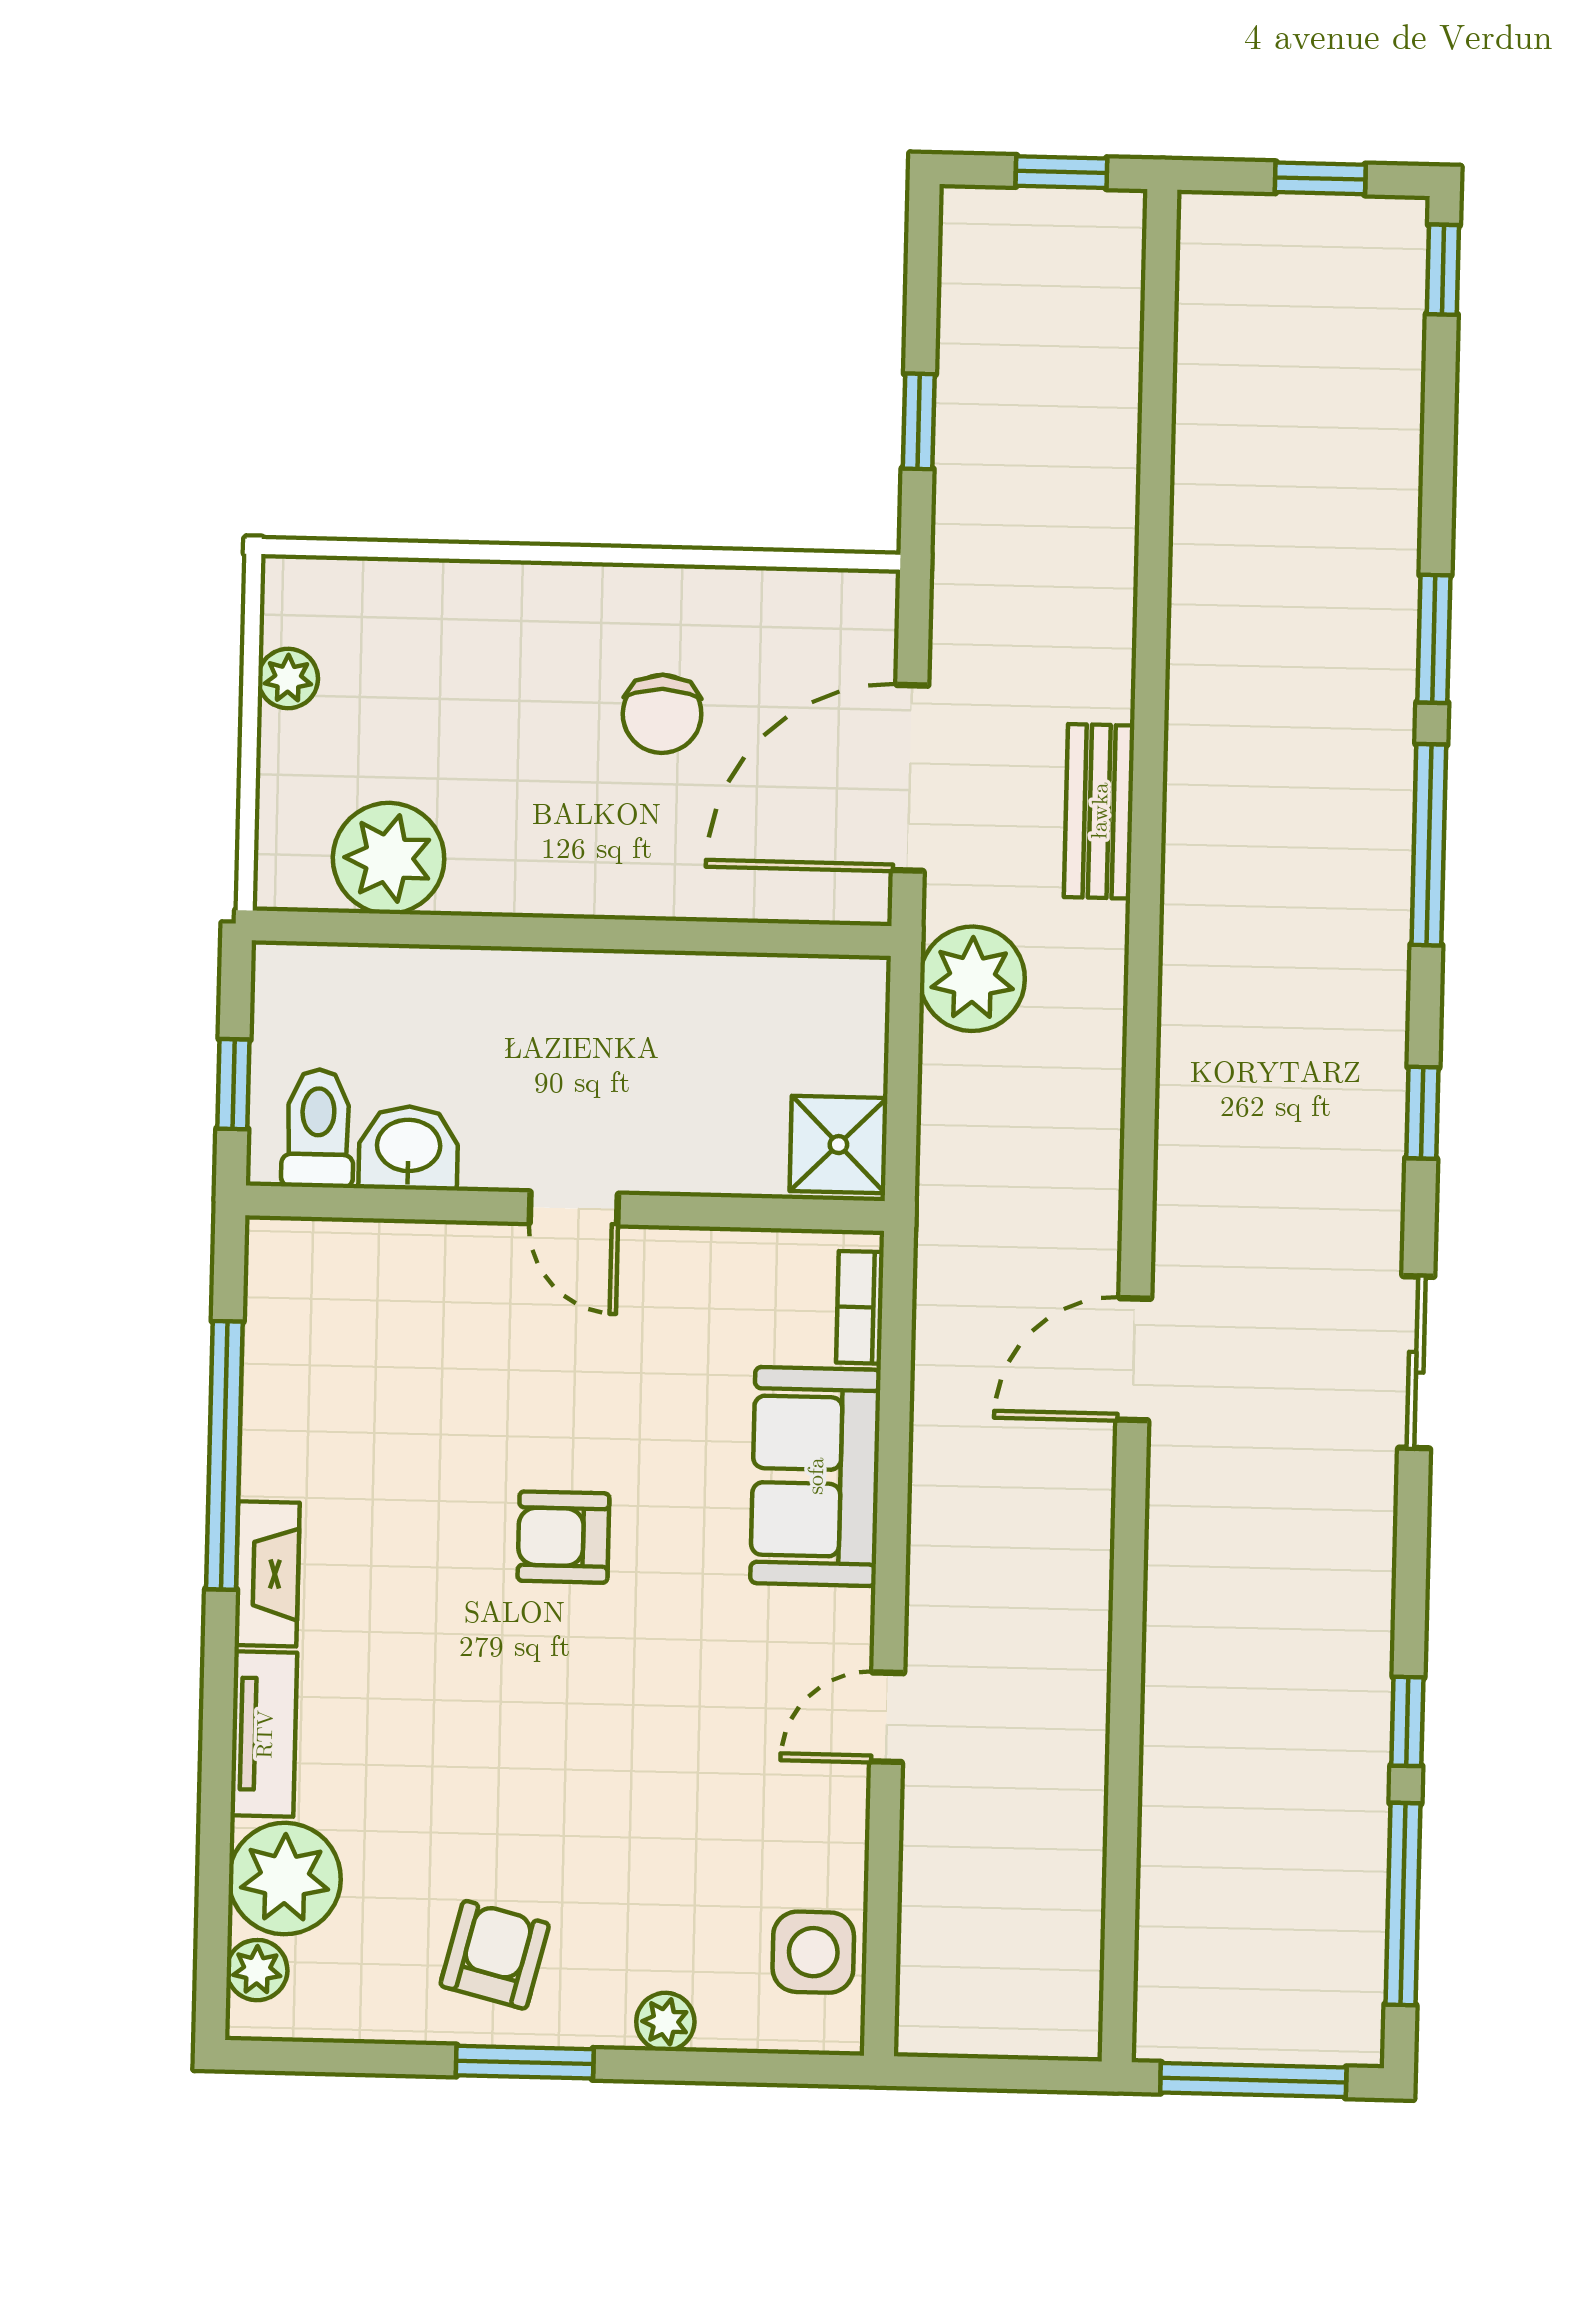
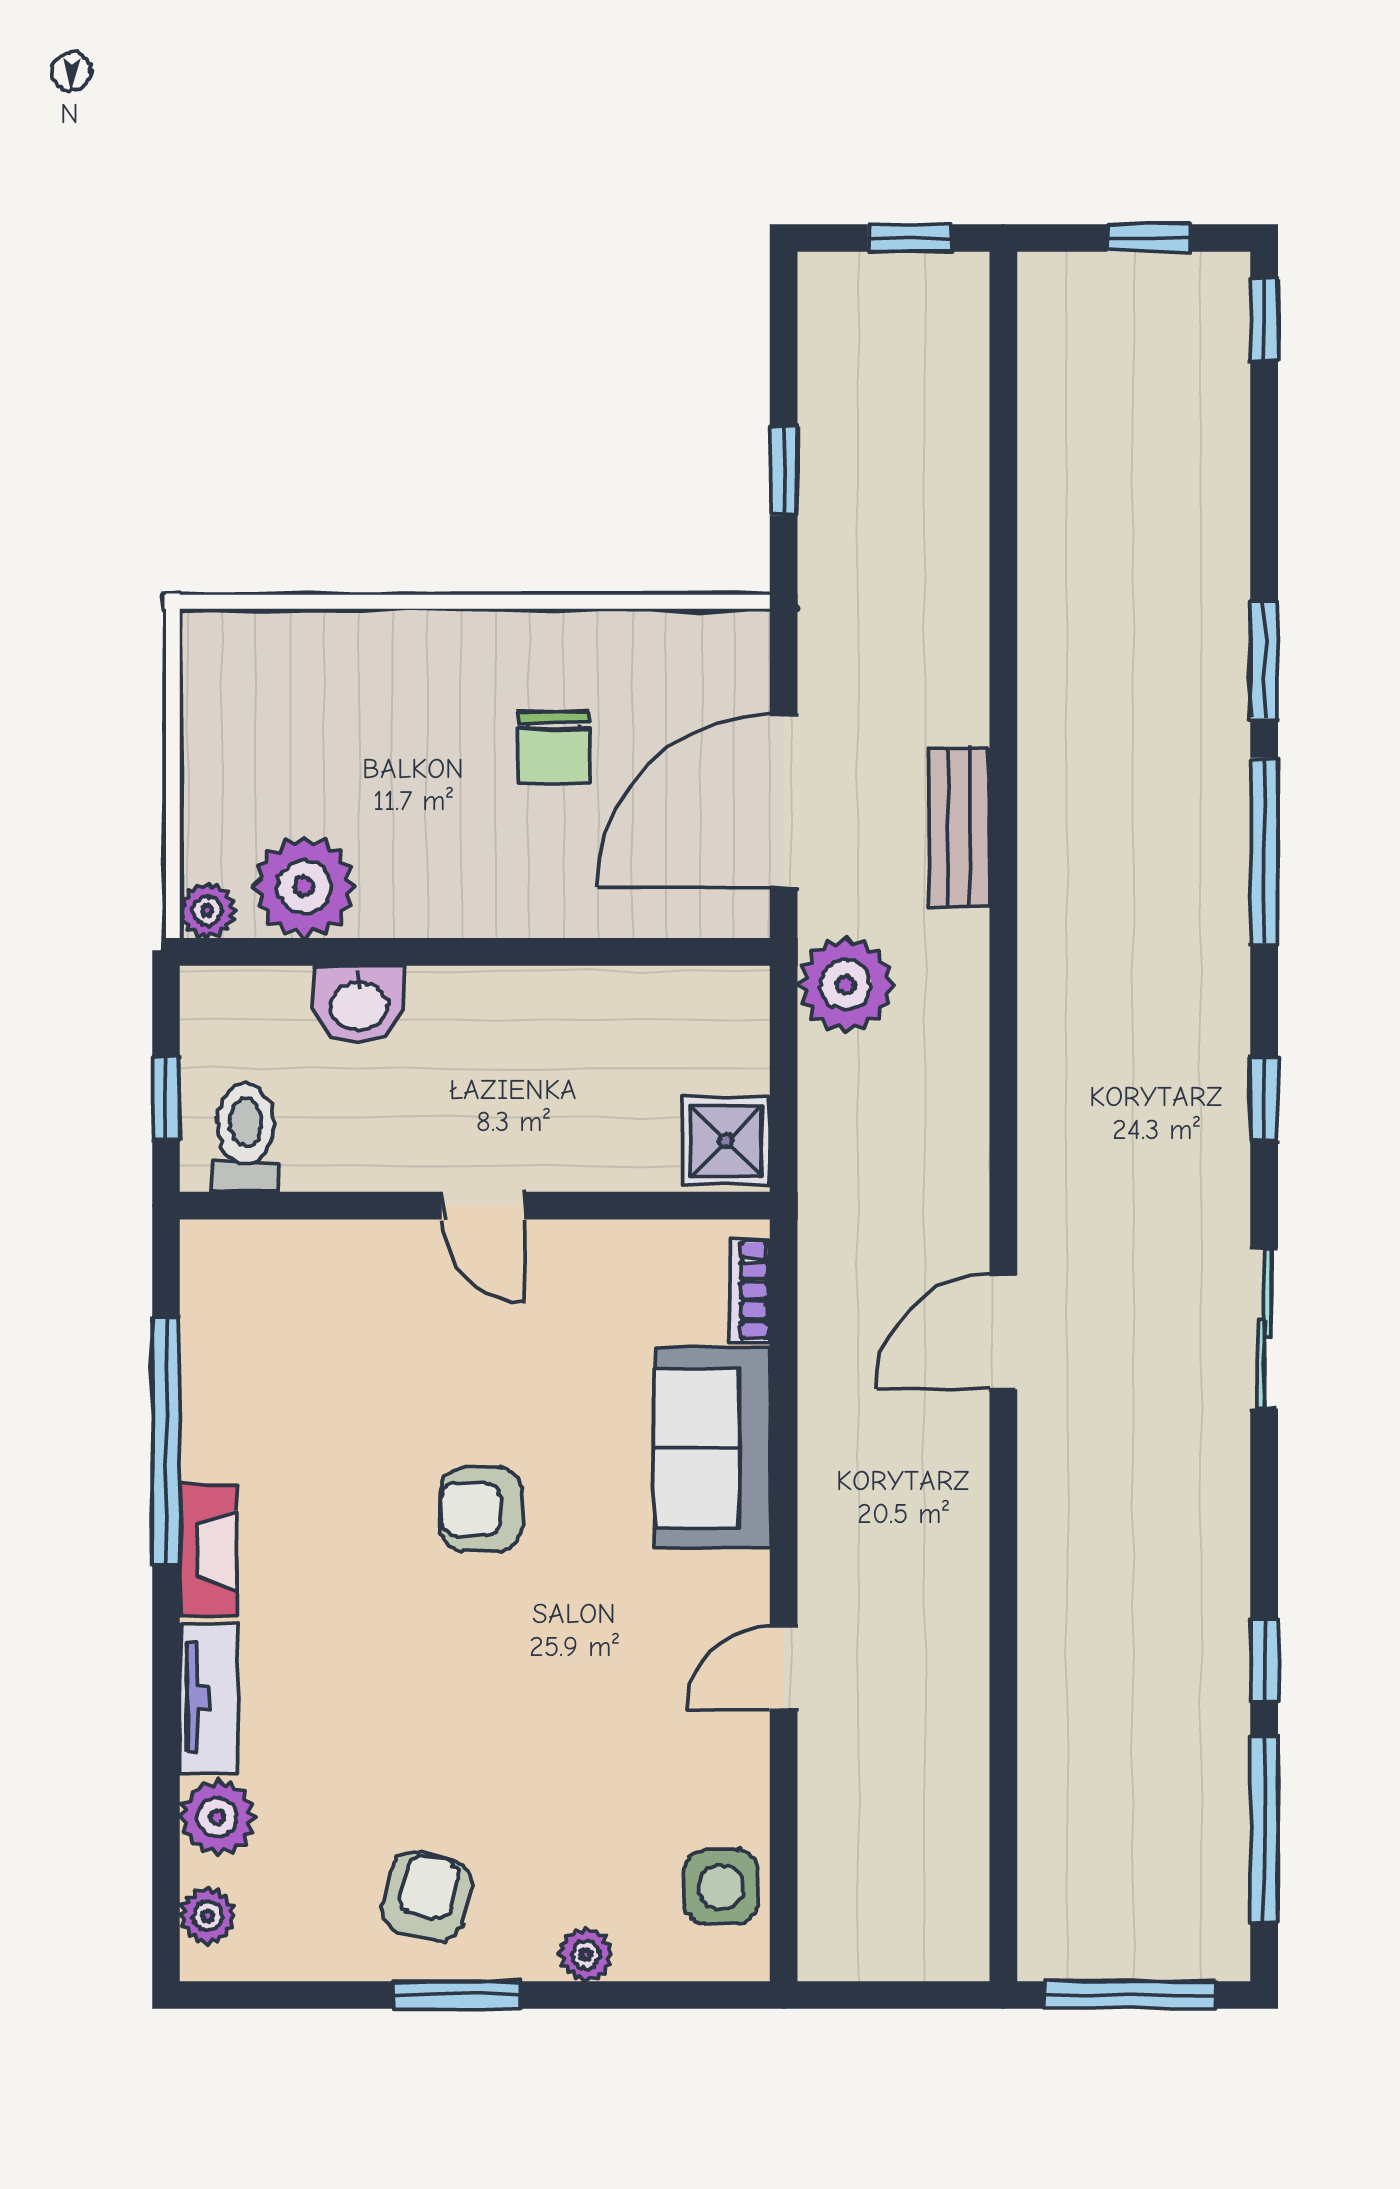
plant: (288, 679) -> (207, 911), moved
washbasin: (409, 1148) -> (359, 1004), moved, turned 180
plant: (285, 1879) -> (218, 1817), width x0.73, depth x0.73

